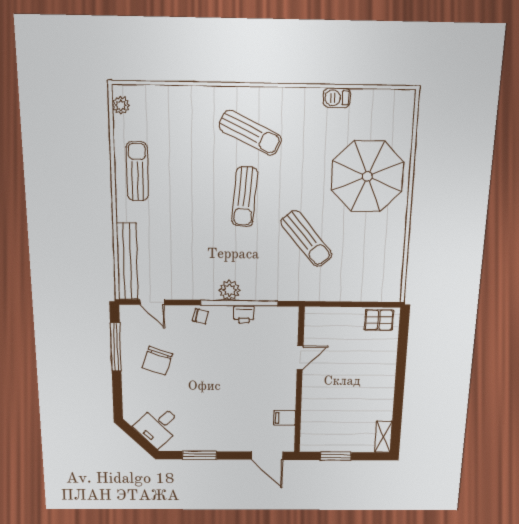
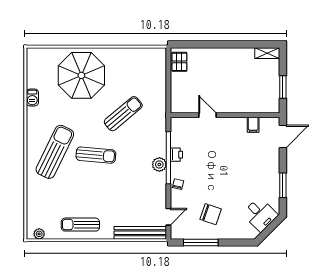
sun lounger: (250, 133) -> (55, 152), width x1.36, depth x1.34

